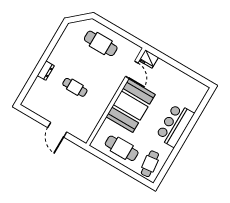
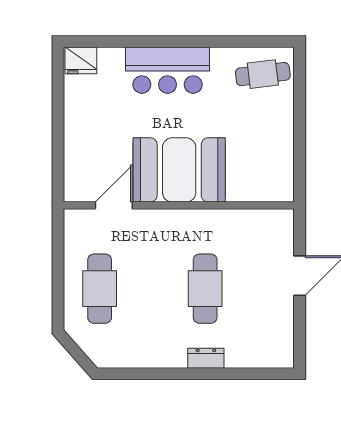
fridge: (149, 59) -> (81, 60), moved, turned 90
cafe table: (75, 87) -> (205, 289), width x1.37, depth x1.35
cafe table: (122, 148) -> (265, 141), removed

